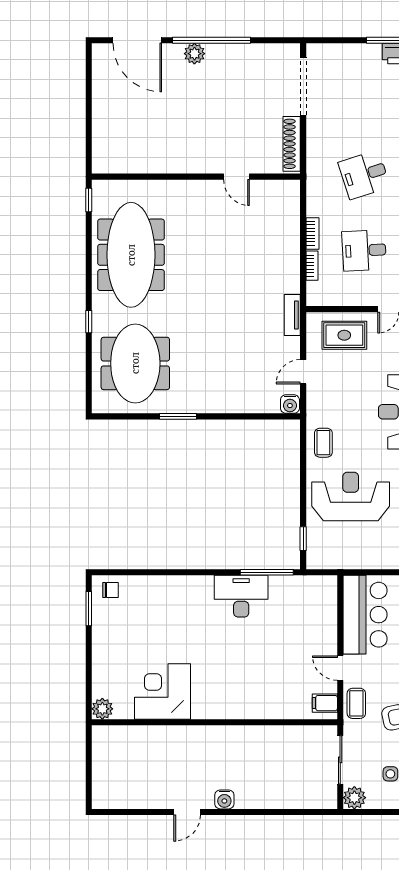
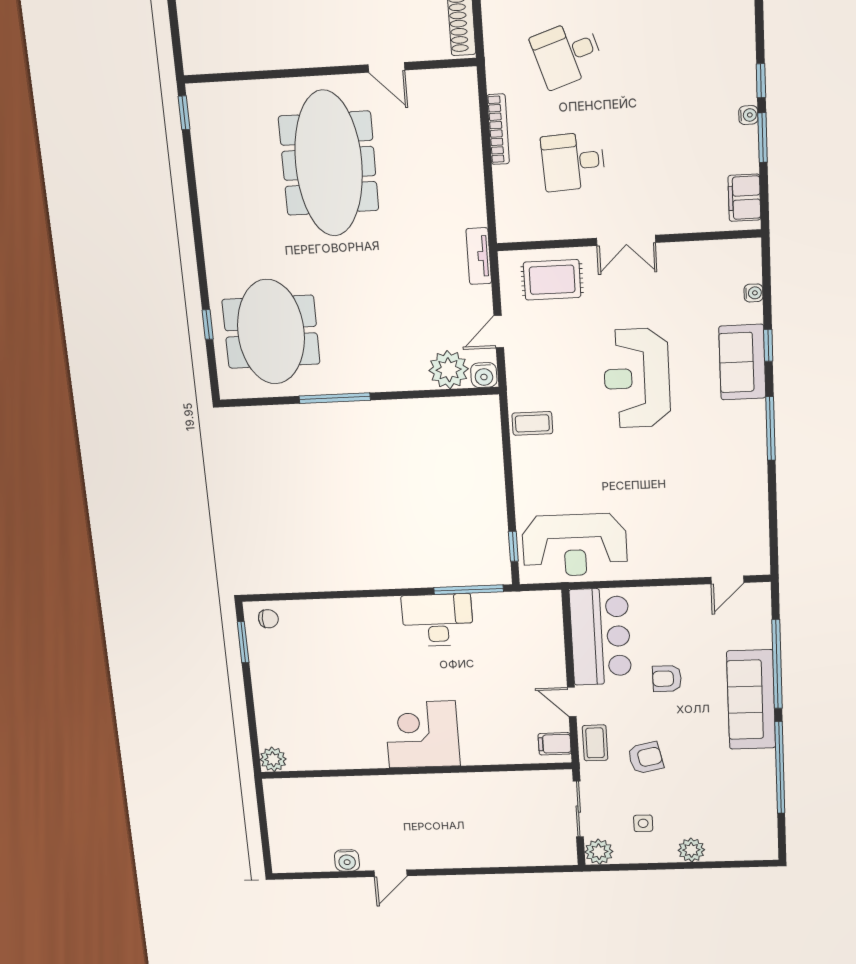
bookcase: (312, 233) -> (498, 129), width x1.56
meeting table: (131, 255) -> (329, 163), moved
bookcase: (312, 266) -> (501, 187), removed
window: (89, 322) -> (208, 324), moved
plant: (264, 399) -> (449, 370), added
window: (178, 416) -> (335, 398), width x1.44
coffee table: (323, 443) -> (532, 423), turned 90
reception desk: (351, 496) -> (575, 545), moved, turned 180
corner desk: (163, 691) -> (422, 734), moved
water cooler: (224, 799) -> (347, 860), moved

